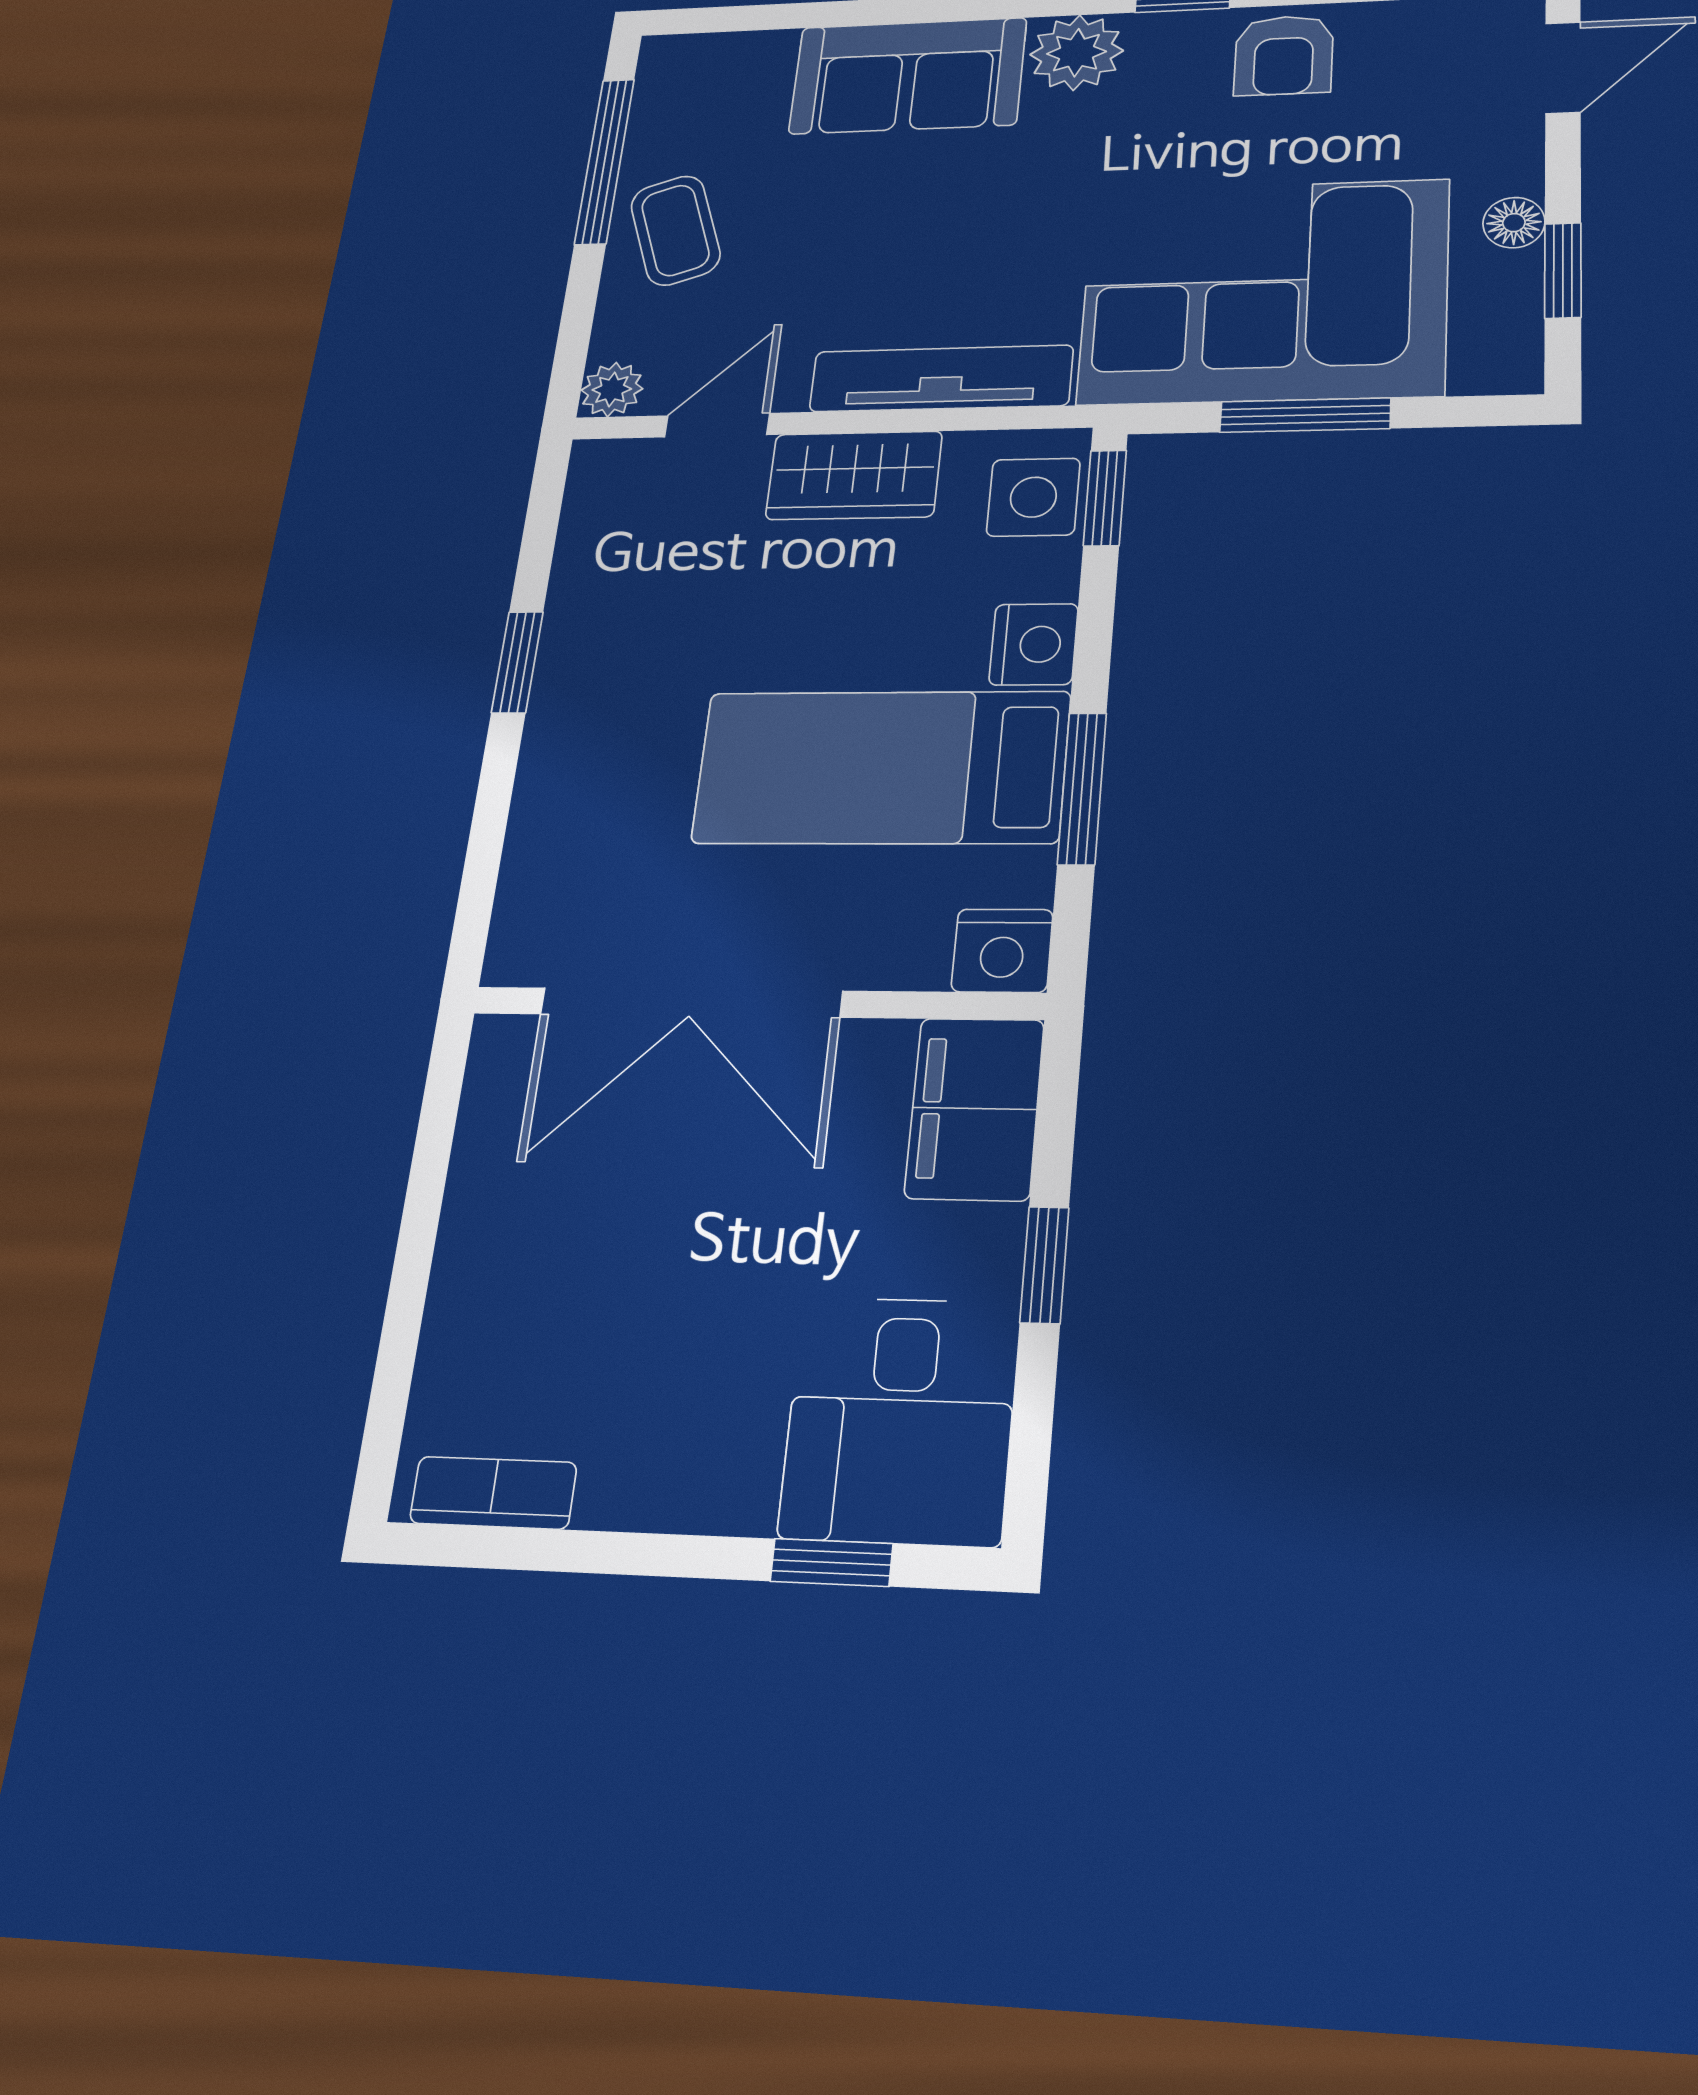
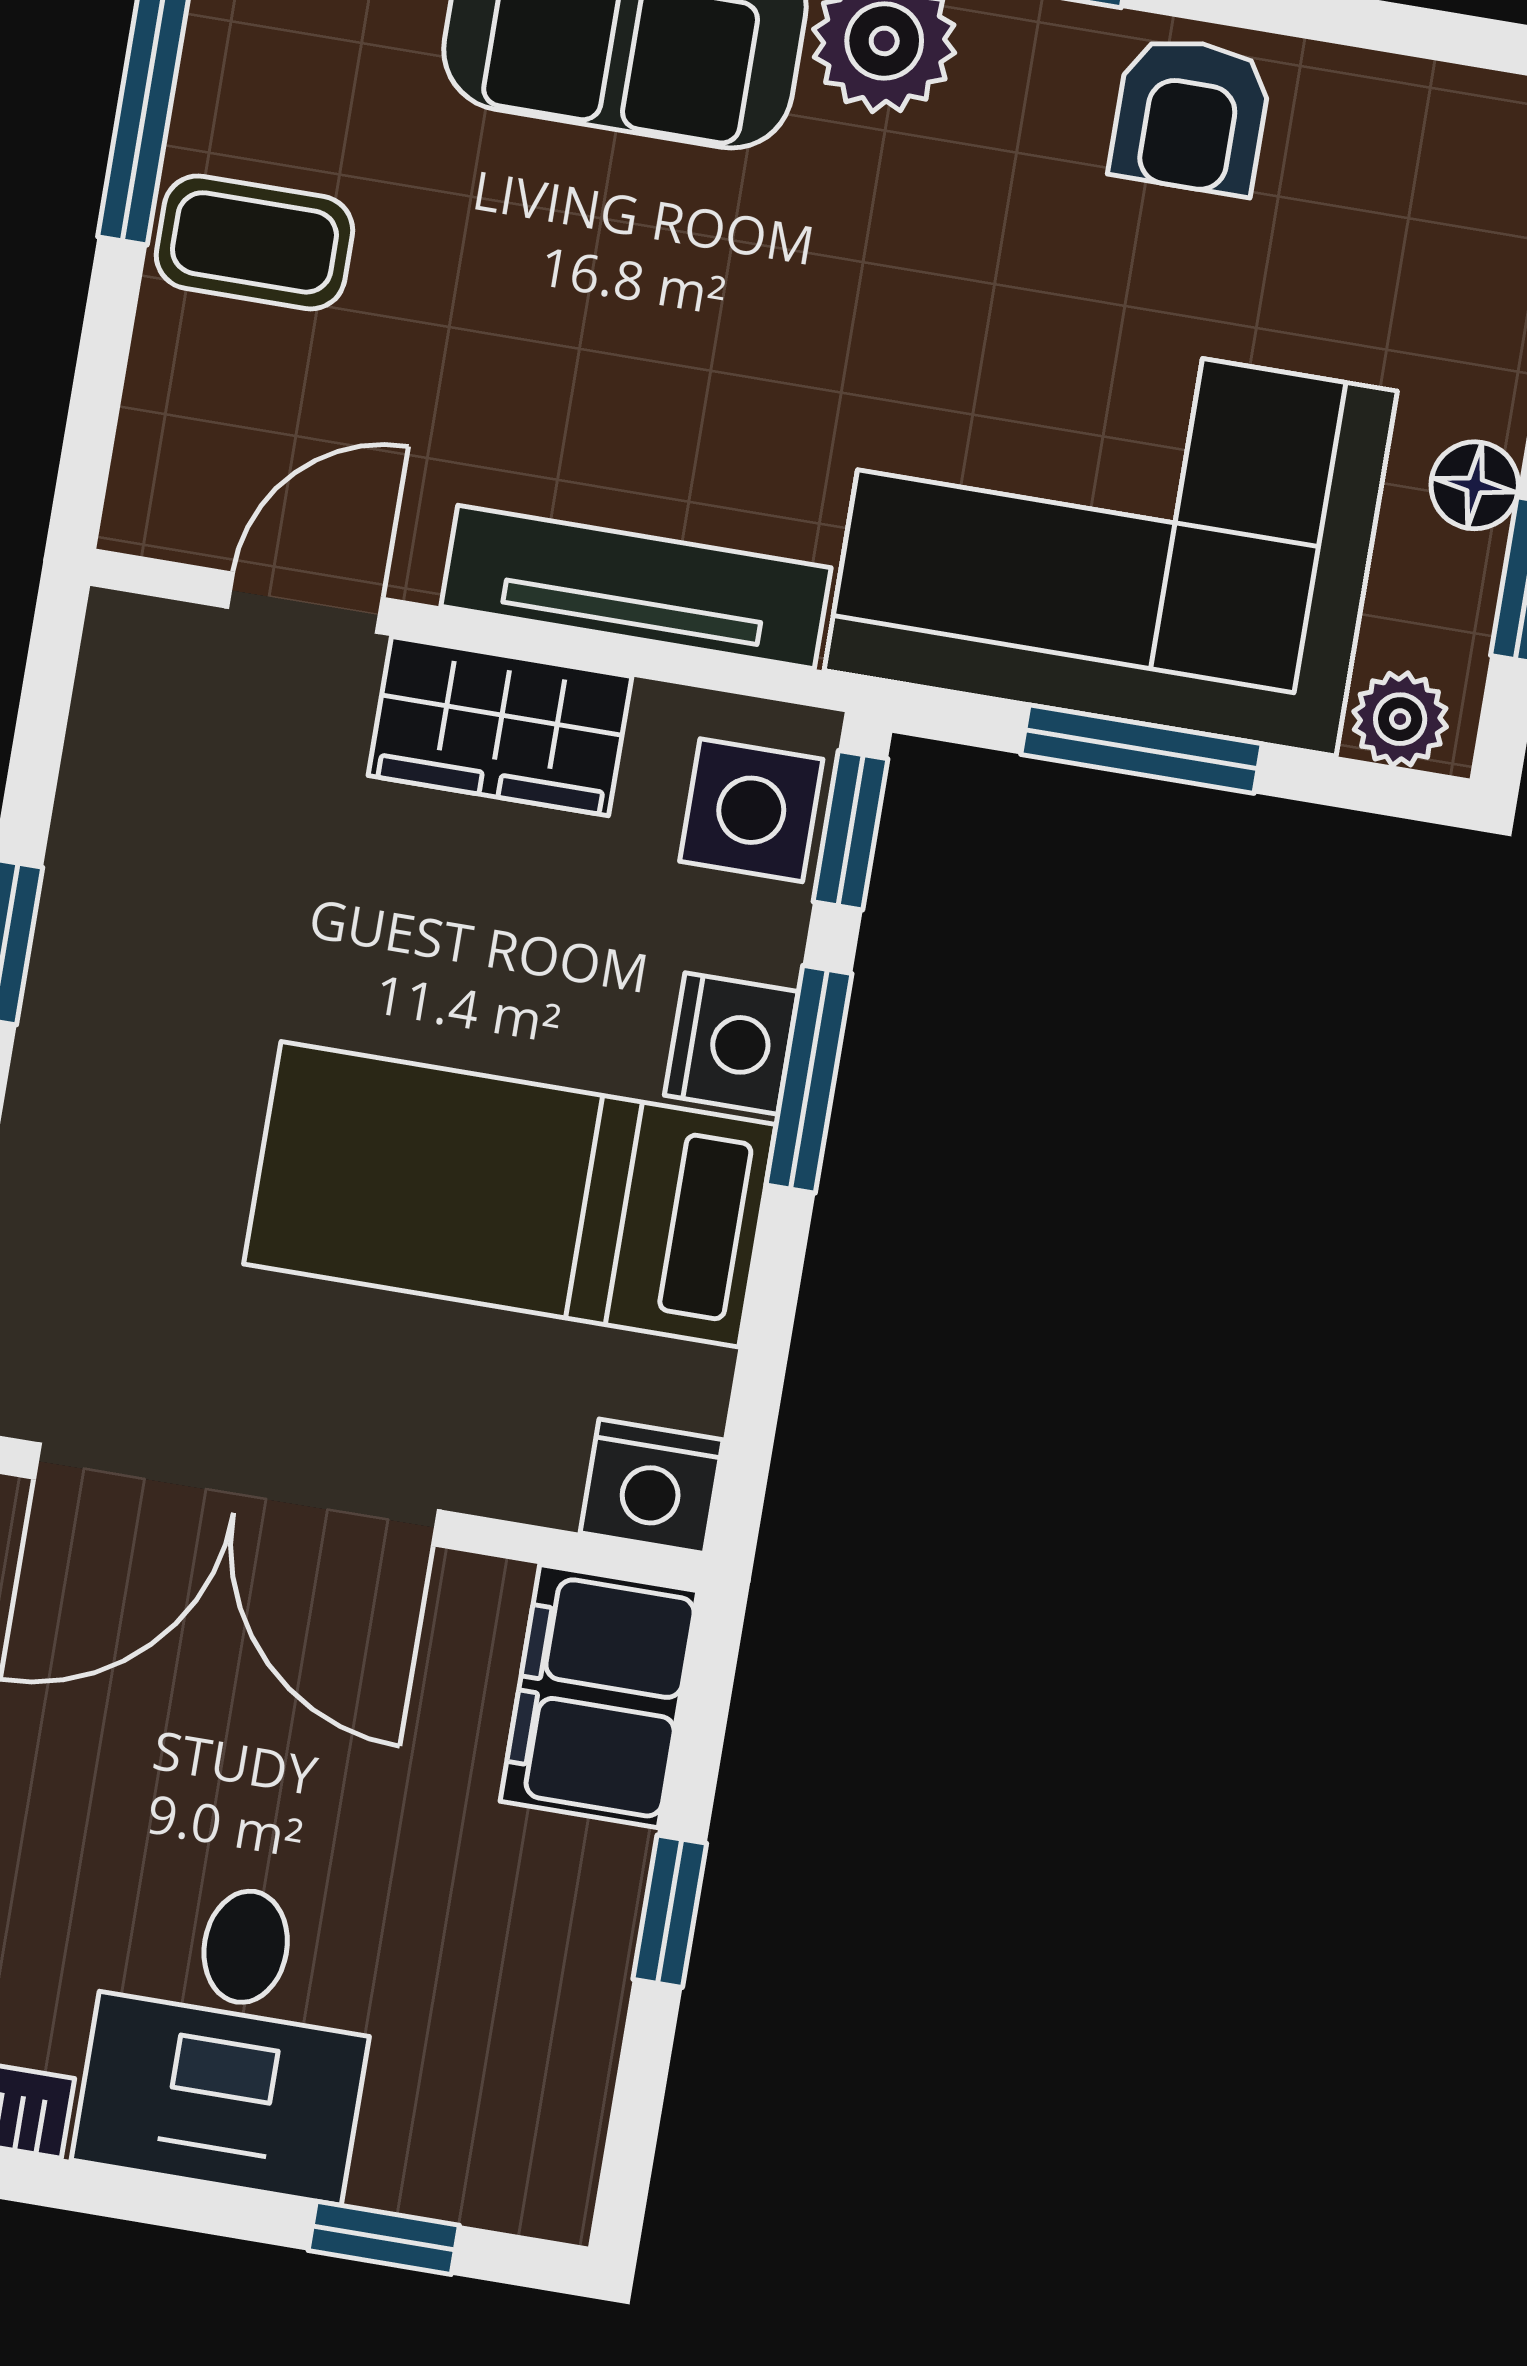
coffee table: (675, 230) -> (254, 242), turned -71
plant: (612, 389) -> (1400, 719), moved
window: (1082, 788) -> (809, 1079), moved
desk: (900, 1420) -> (231, 2037), moved

